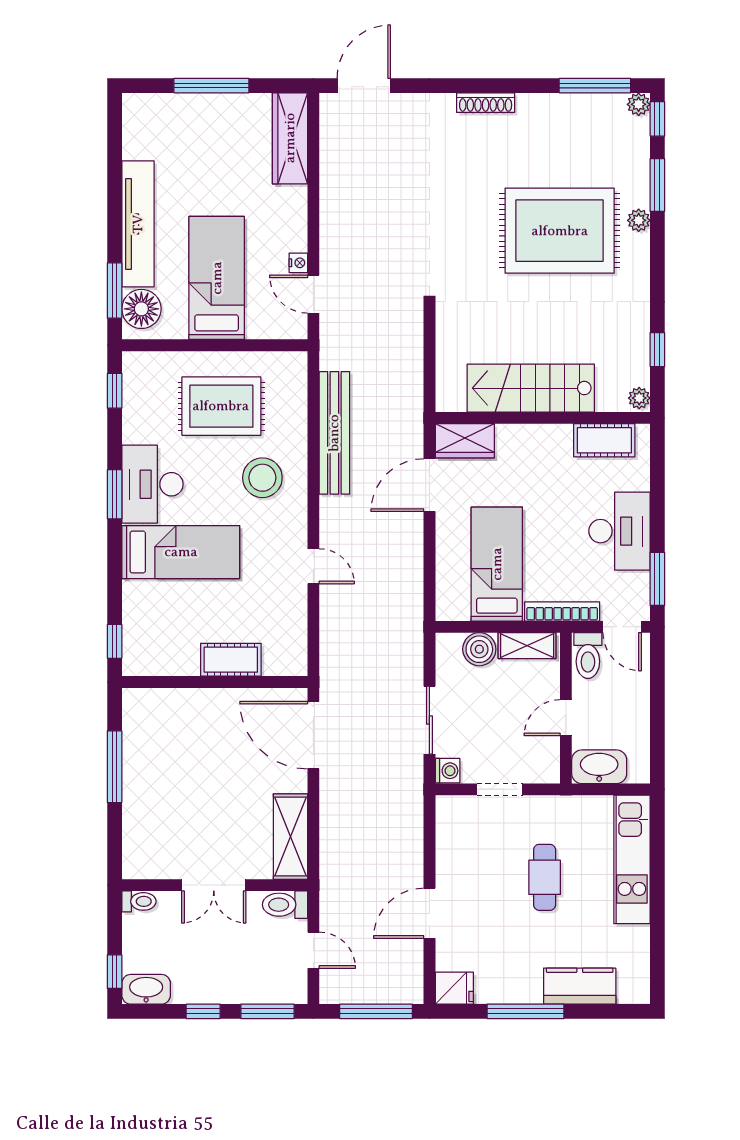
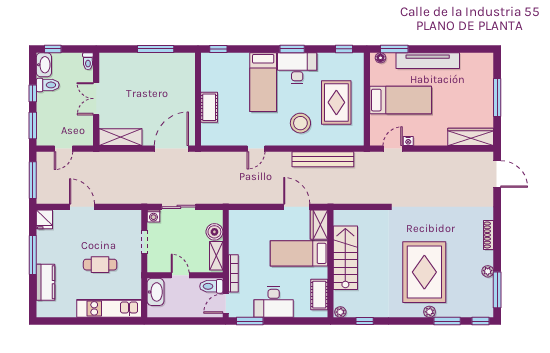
plant: (639, 104) -> (488, 271), moved
floor lamp: (141, 309) -> (380, 58), width x0.53, depth x0.53
bed: (497, 564) -> (299, 253), moved, turned 180
toilet: (285, 905) -> (48, 85), moved, turned 90

